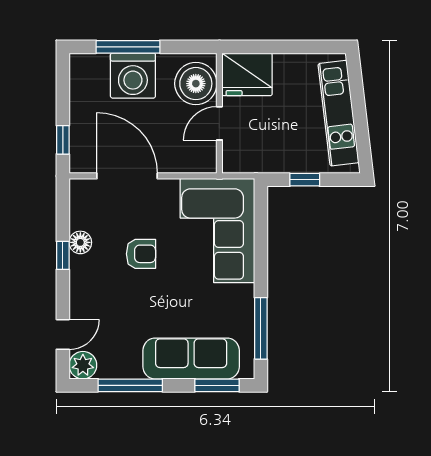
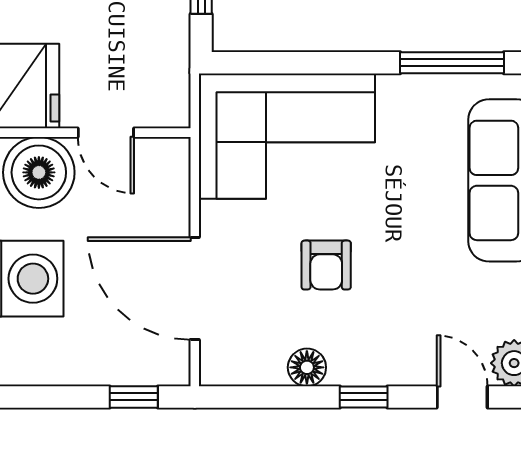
door: (127, 176) -> (195, 289), hinge flipped
armchair: (141, 254) -> (326, 265), turned 180
window: (63, 255) -> (364, 397), moved

